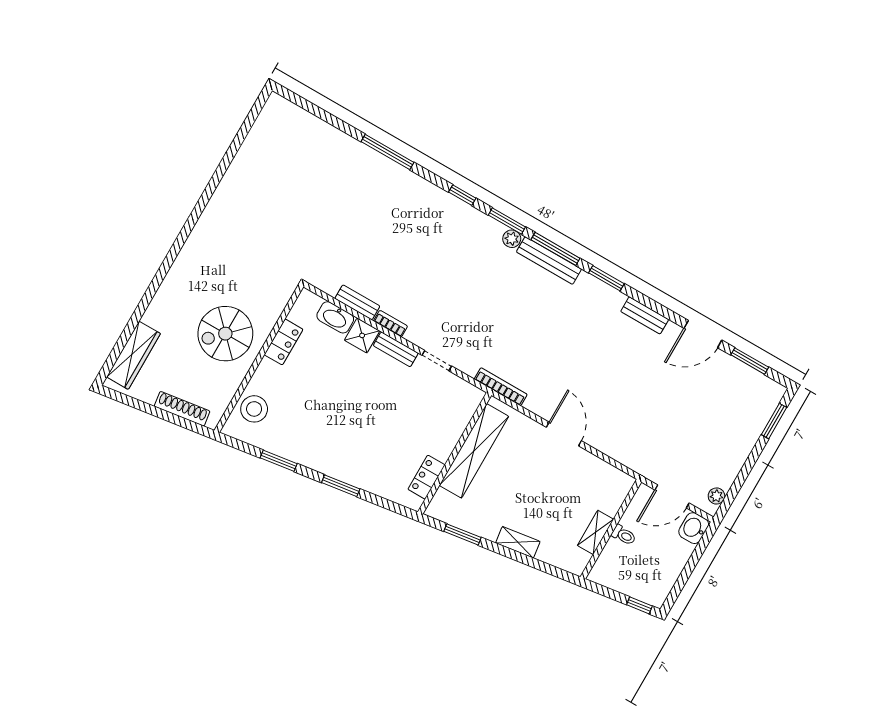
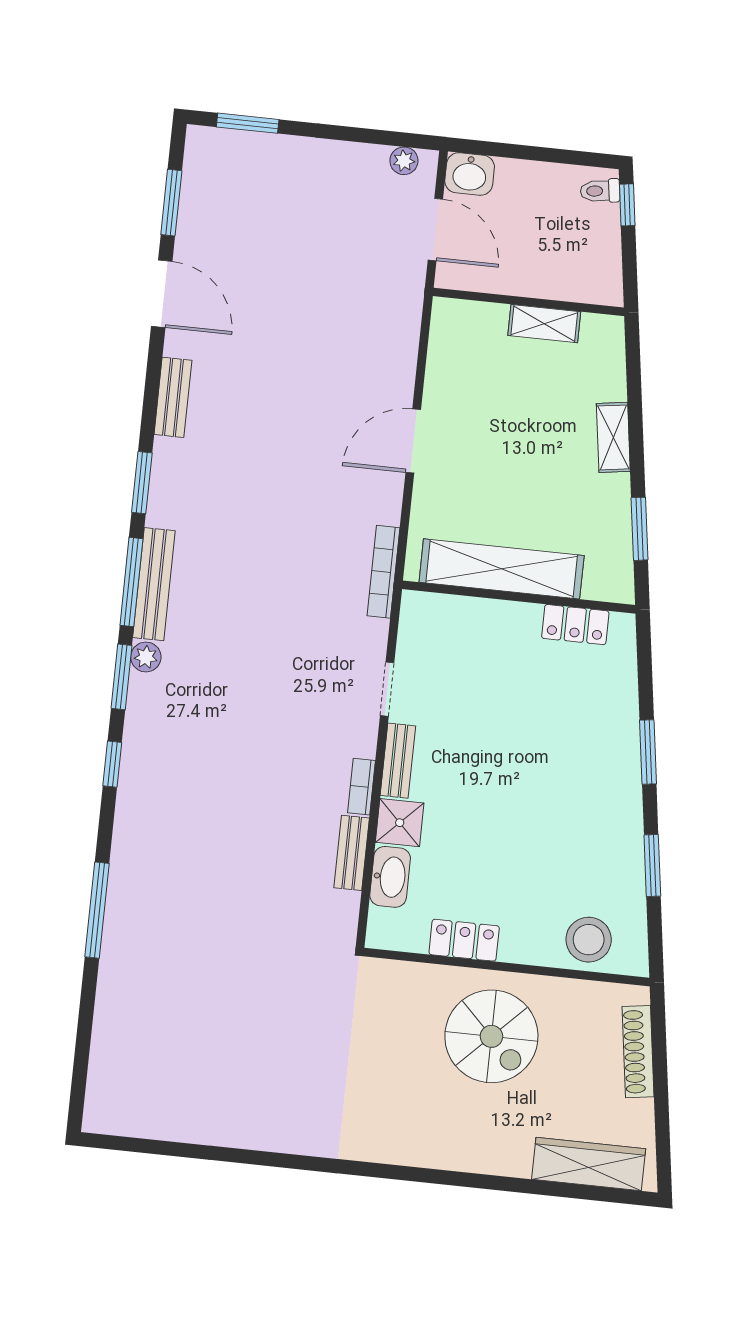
toilet: (624, 535) -> (600, 191), moved, turned -98

